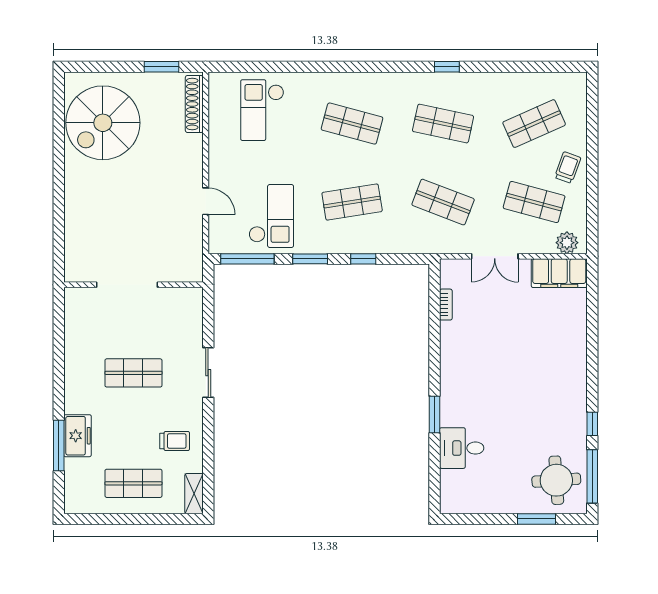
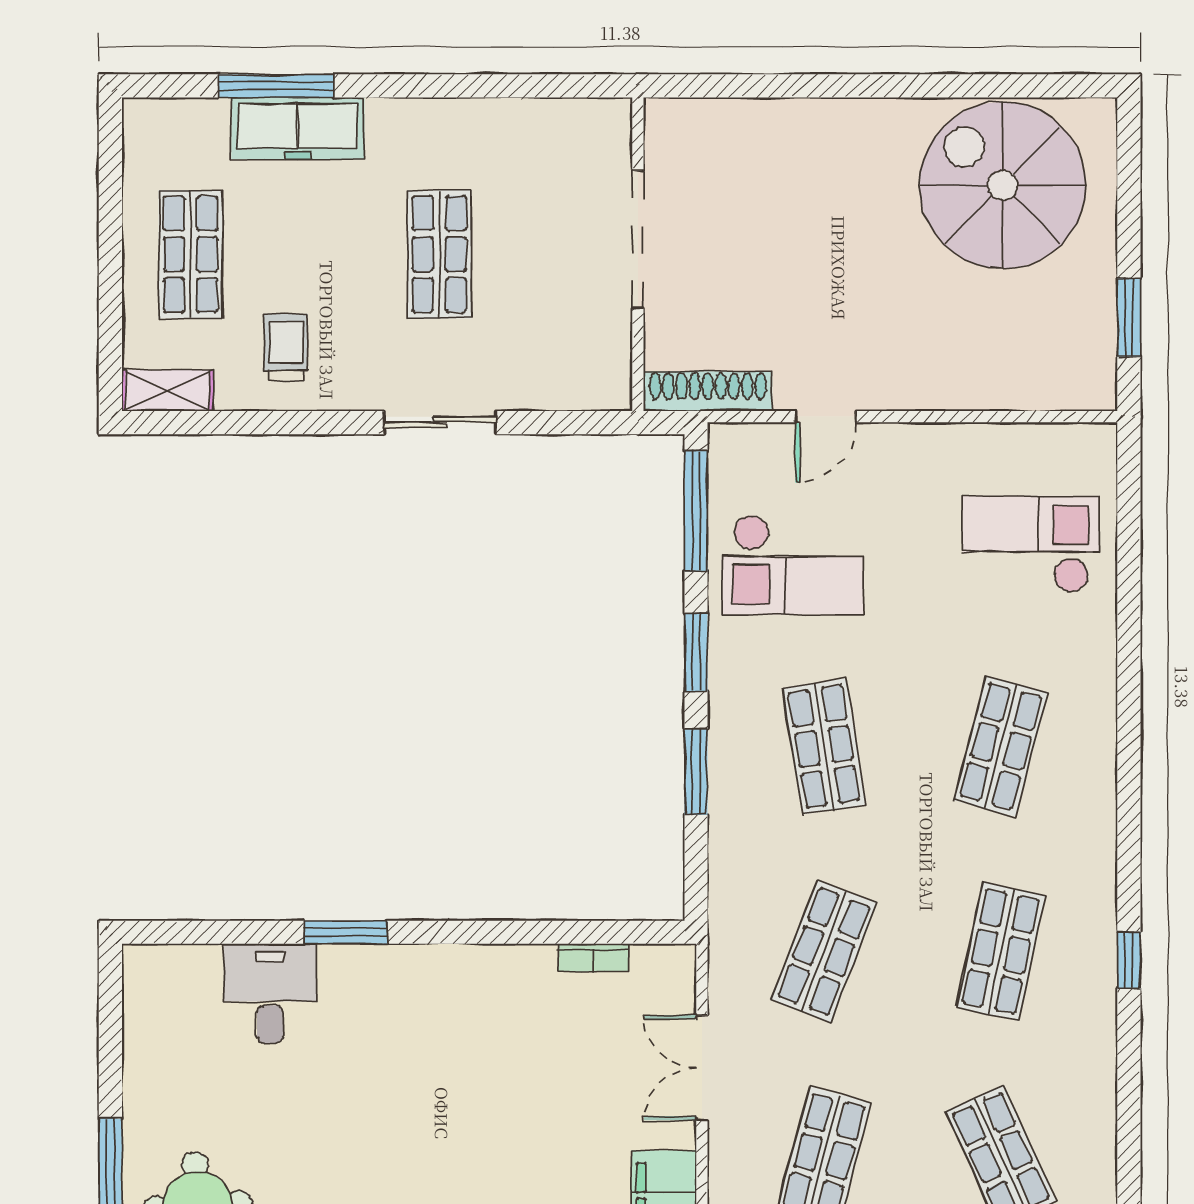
shoe rack: (194, 104) -> (708, 391), moved
window: (363, 259) -> (696, 772), width x1.50
freezer: (77, 436) -> (298, 128), width x1.40
trolley: (175, 441) -> (286, 347), turned 180

